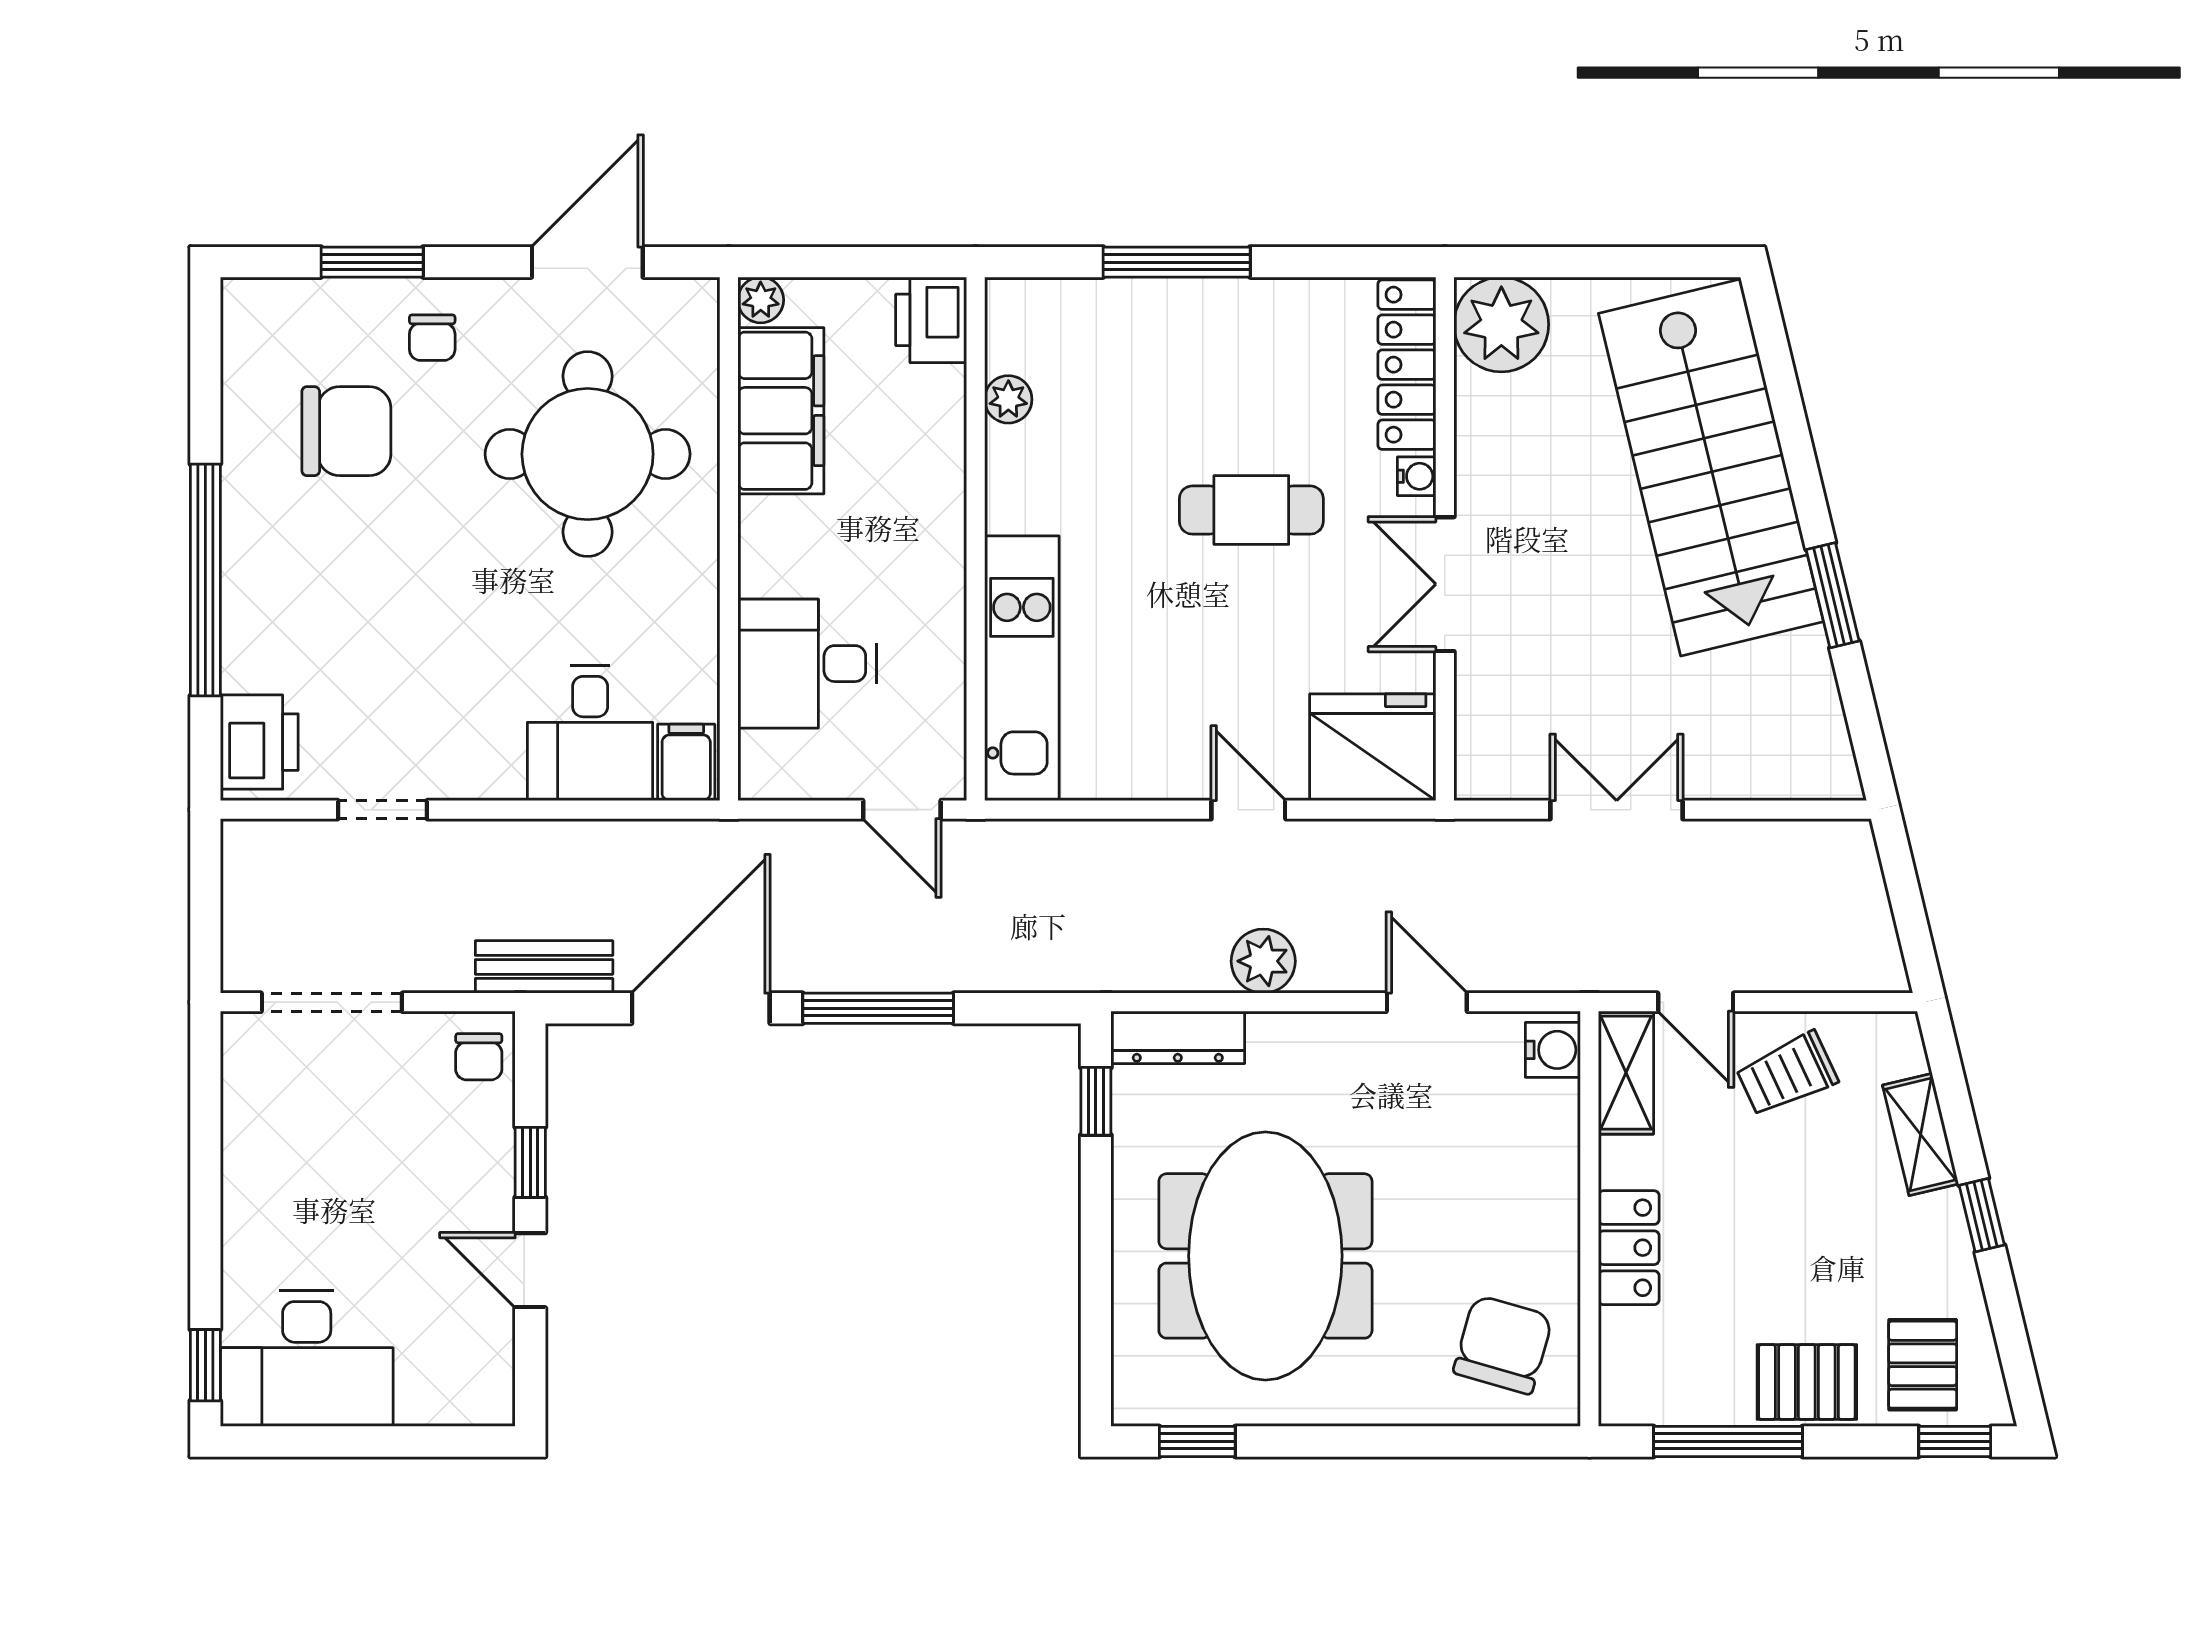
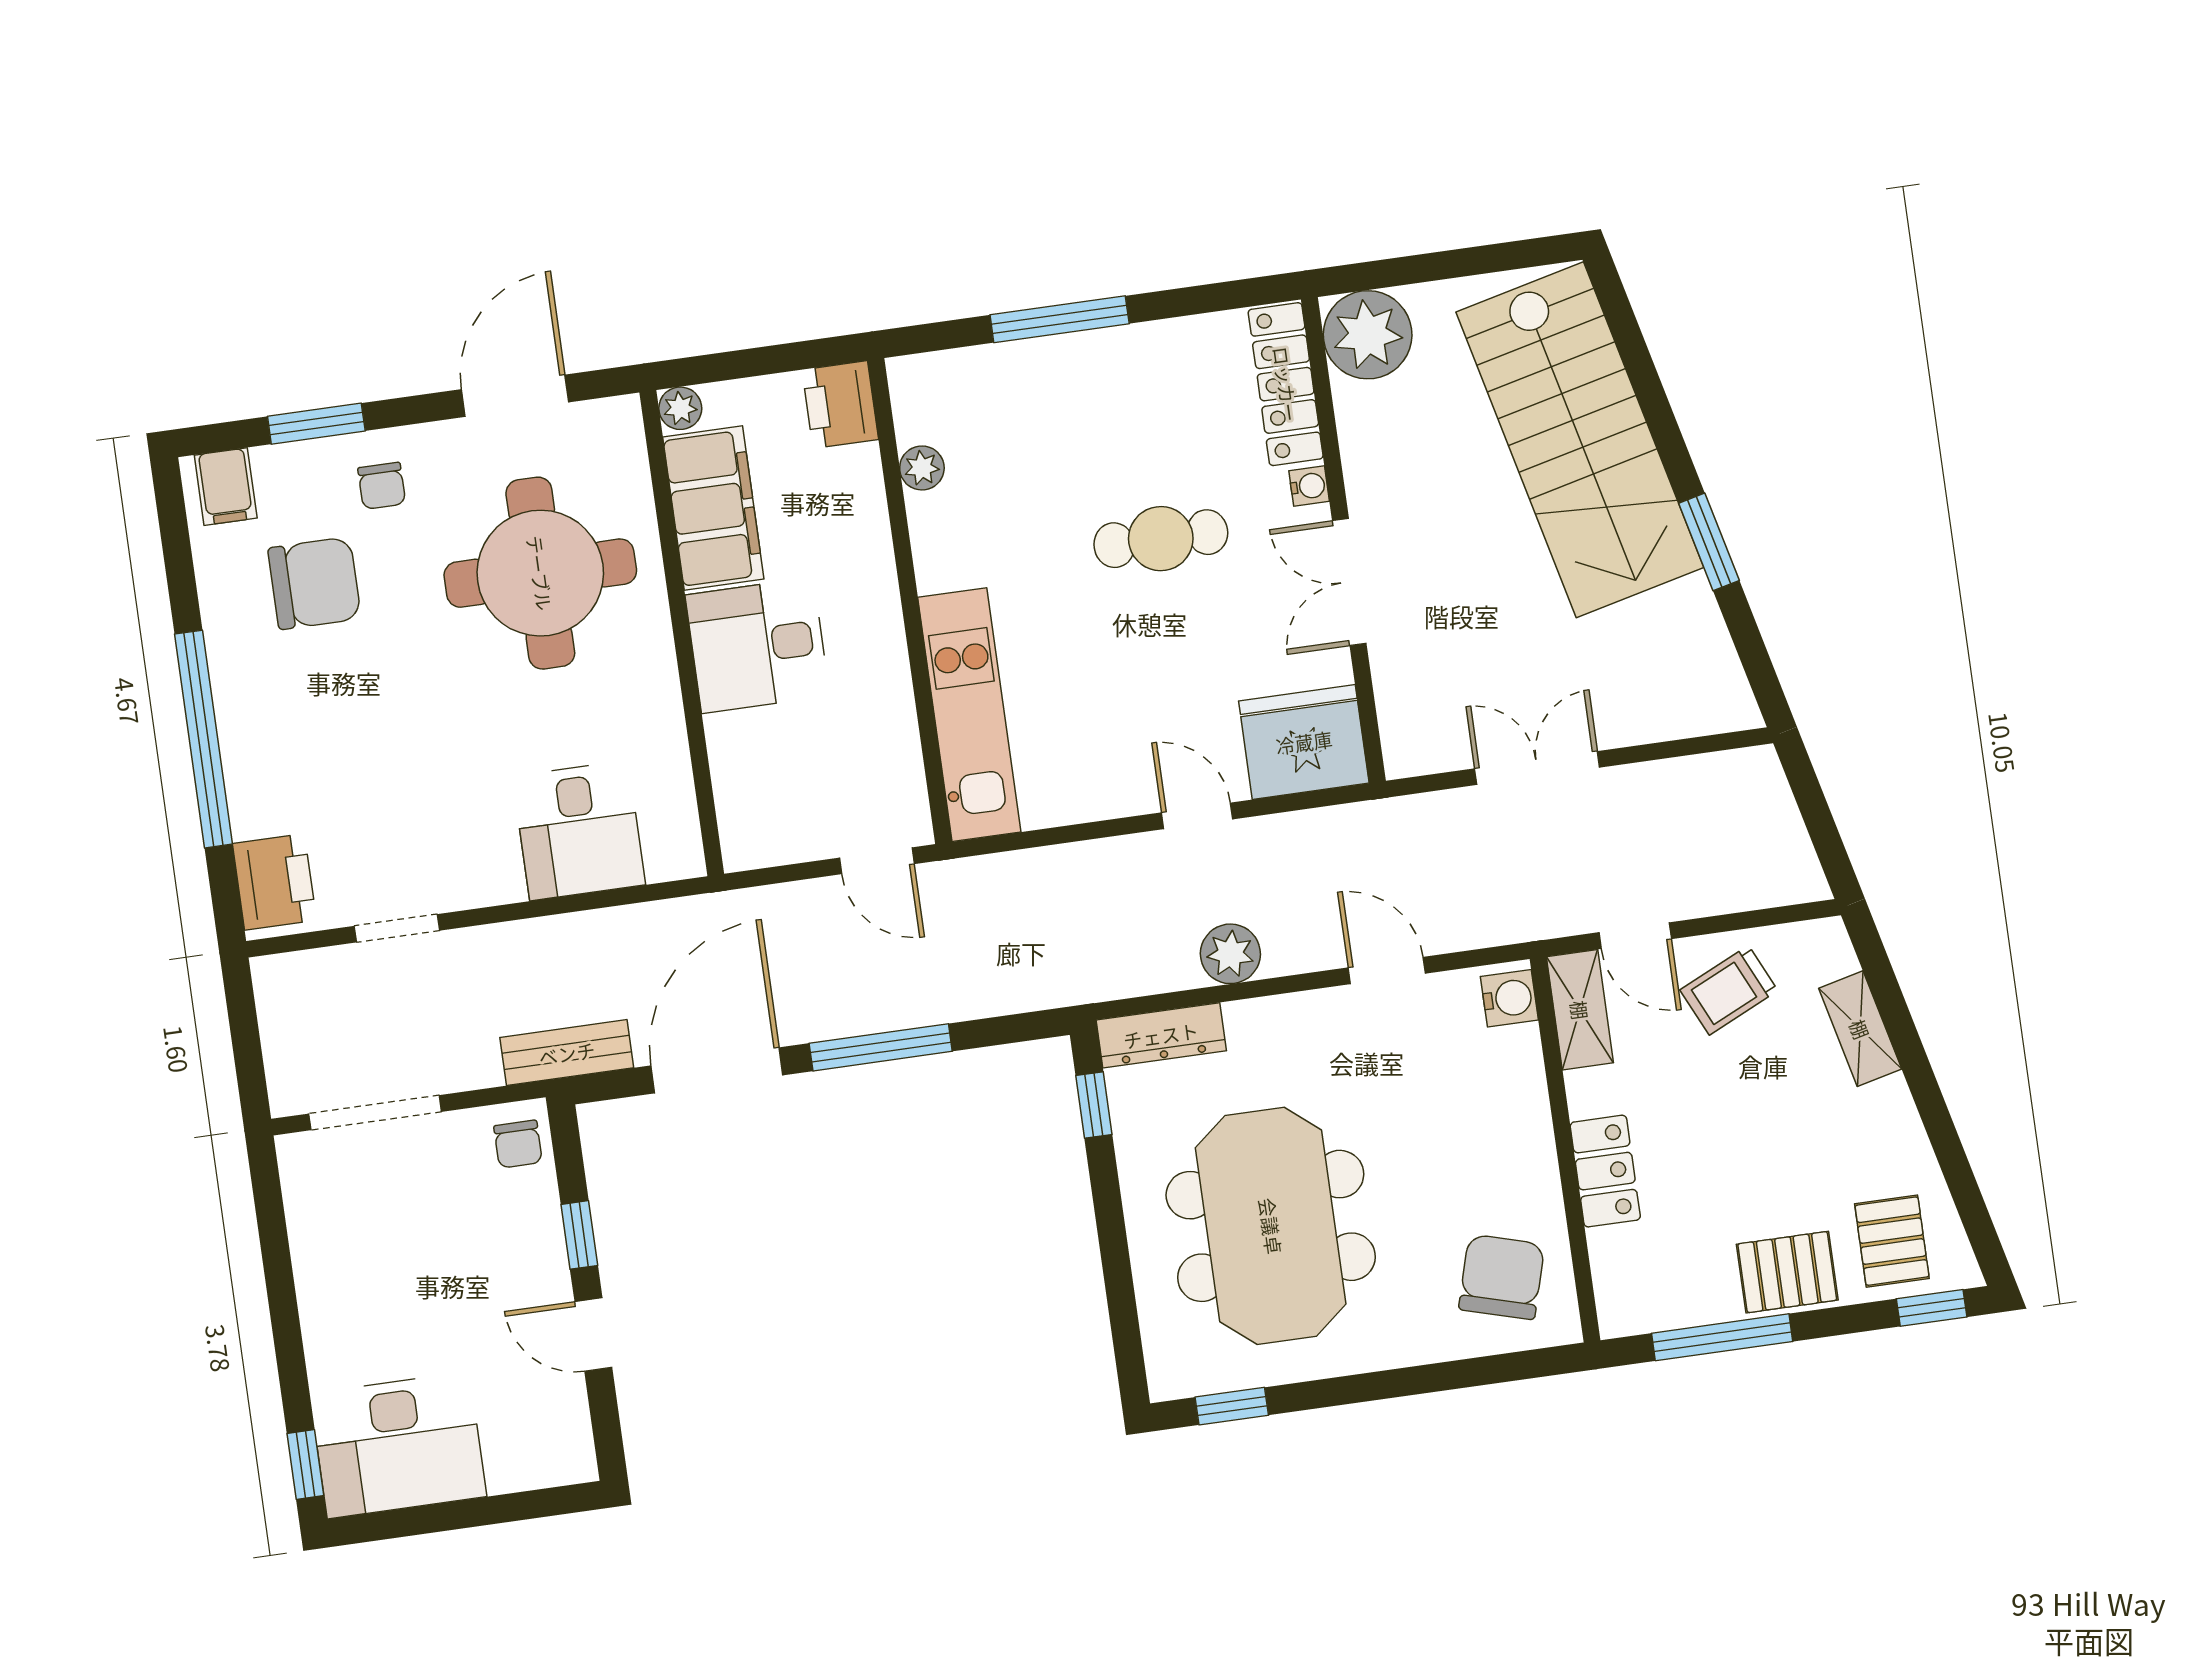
desk: (807, 664) -> (757, 645), moved
filing cabinet: (686, 762) -> (226, 487), moved, turned 180
window: (1982, 1215) -> (1927, 1095), removed

